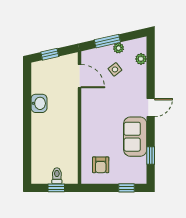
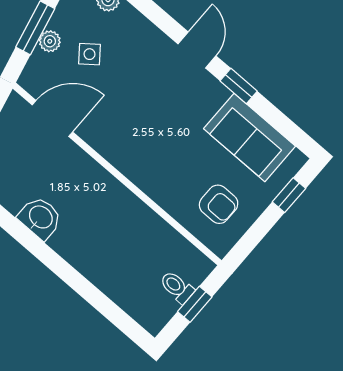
plant: (119, 48) -> (50, 41), moved
sofa: (135, 137) -> (250, 137), moved
window: (151, 155) -> (239, 86), moved

